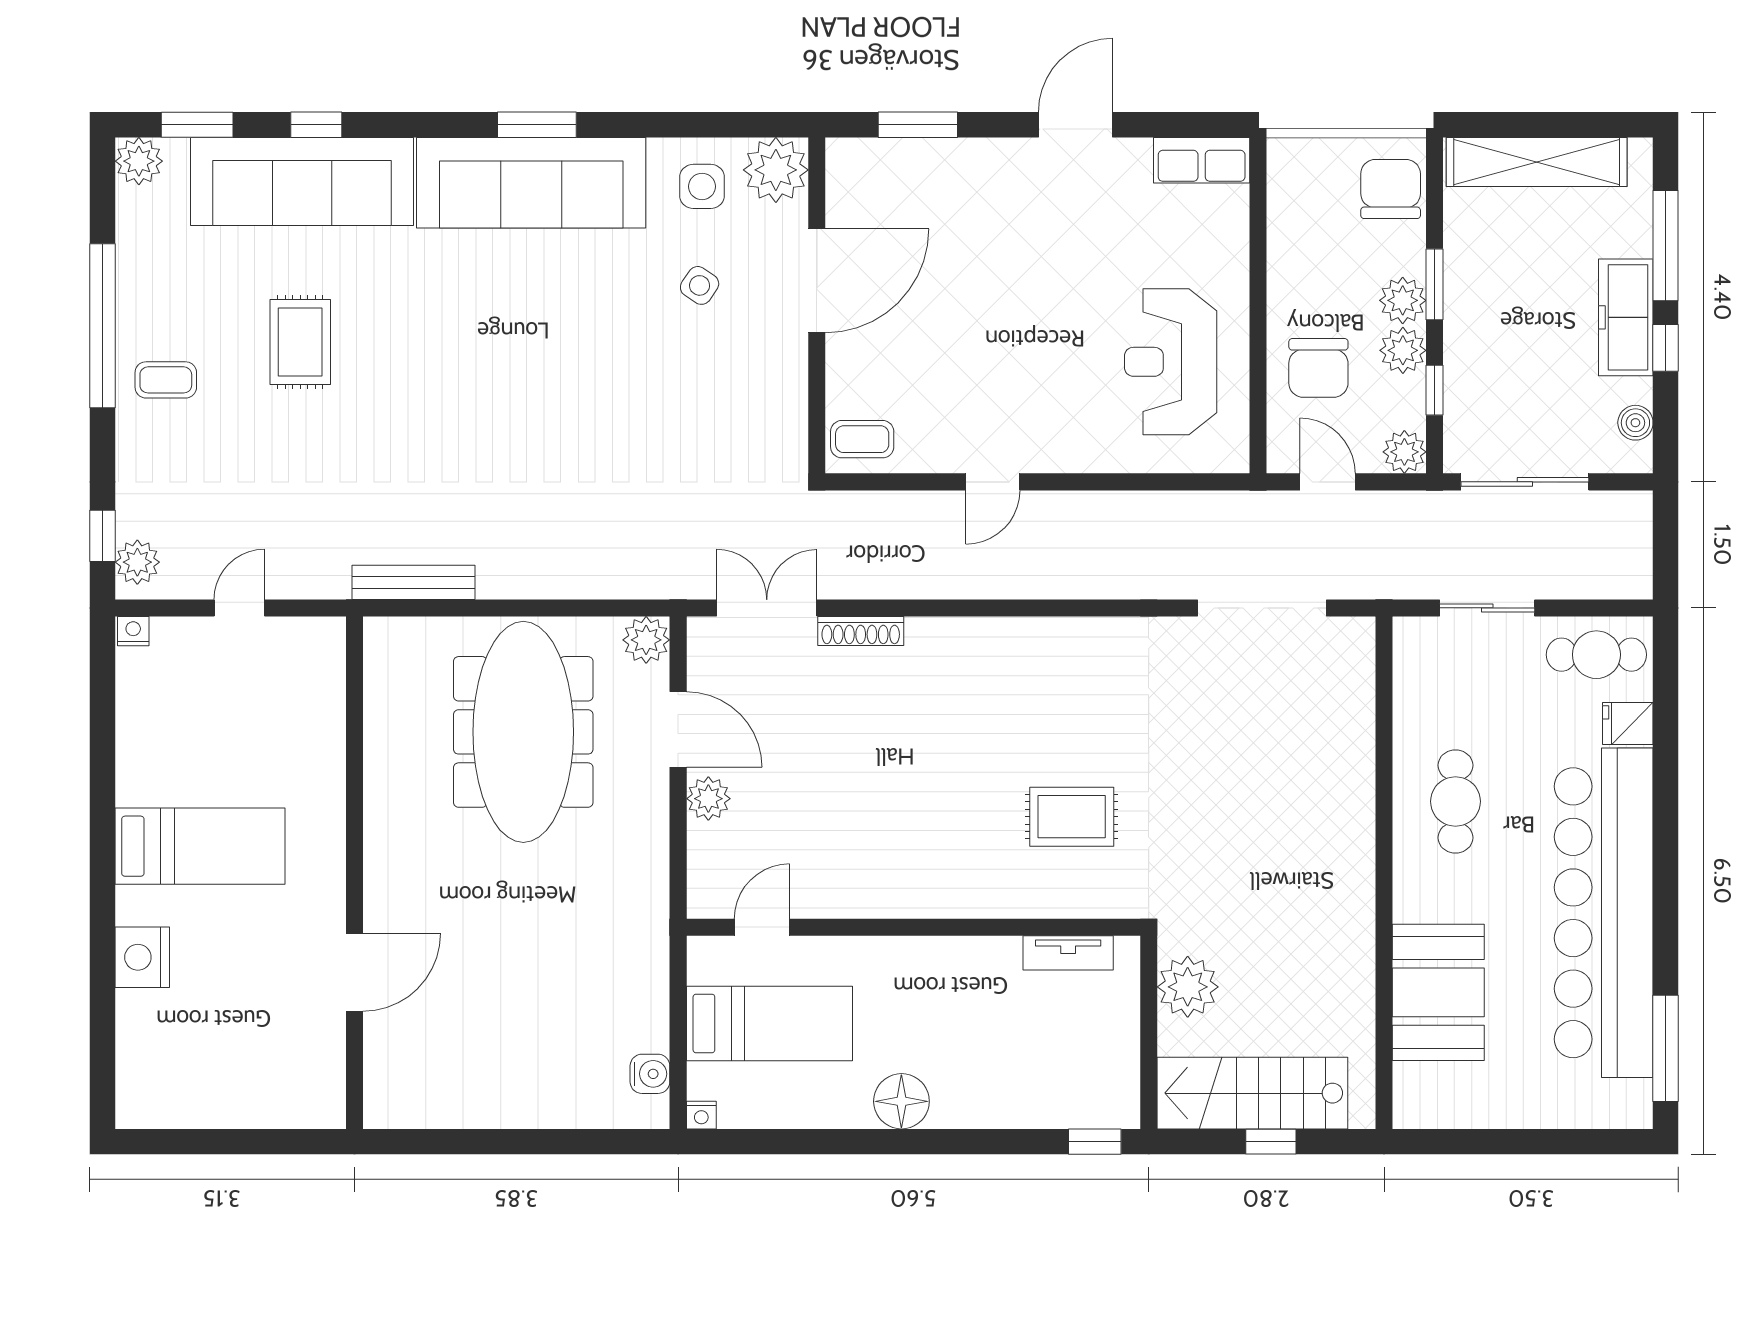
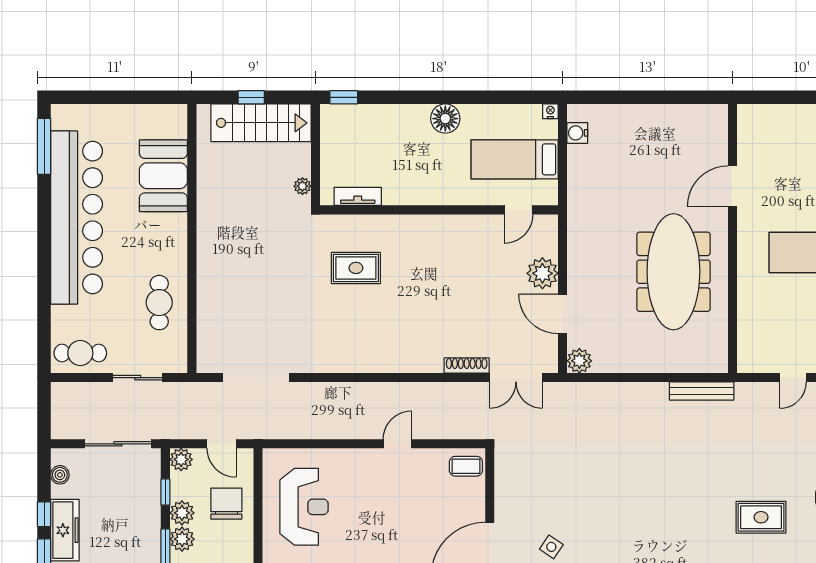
rug: (300, 342) -> (761, 517), turned 90
fridge: (1628, 723) -> (64, 317), removed
meeting table: (523, 732) -> (673, 272), moved
plant: (708, 799) -> (542, 273), width x1.36, depth x1.36
cafe table: (1455, 801) -> (159, 303), moved
plant: (1188, 987) -> (302, 186), width x0.53, depth x0.53

